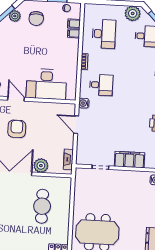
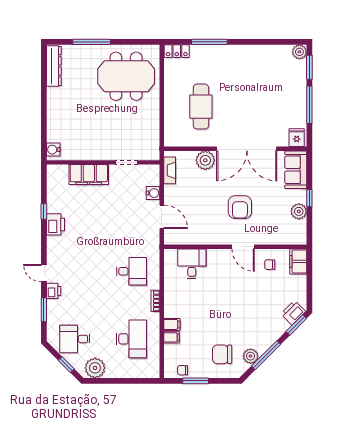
chair: (36, 18) -> (222, 354), turned -90
filing cabinet: (74, 24) -> (172, 324), moved
desk: (104, 34) -> (131, 339), turned 180
desk: (46, 84) -> (192, 264), width x0.53, depth x0.77
desk: (101, 85) -> (131, 271), turned 180
water cooler: (84, 103) -> (153, 193), moved

